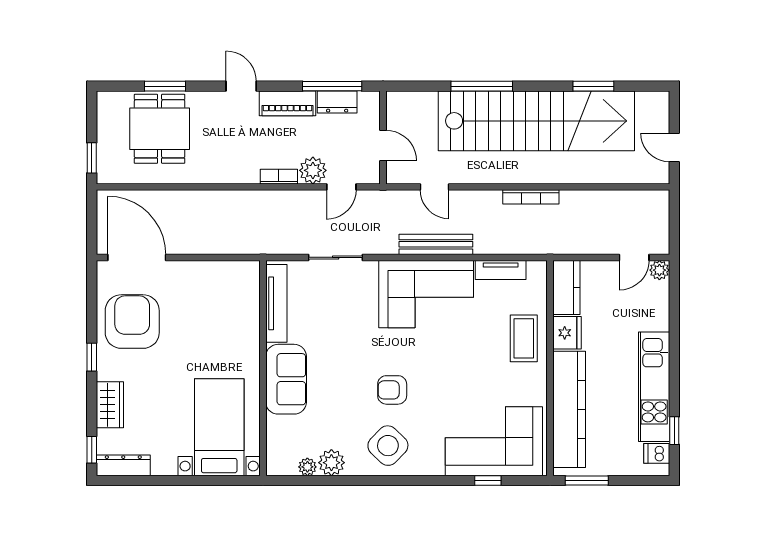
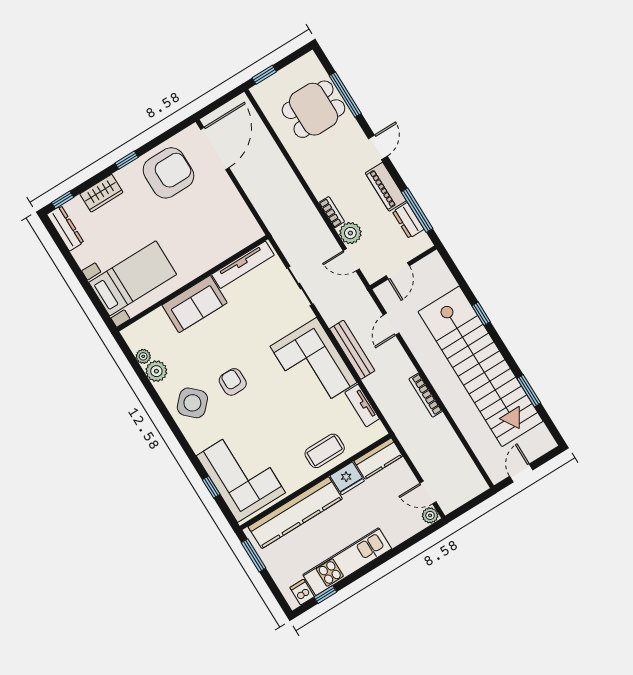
window: (165, 86) -> (345, 95), width x1.44
window: (482, 86) -> (481, 314), width x0.46

